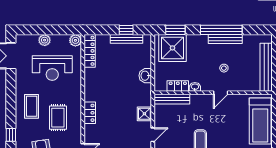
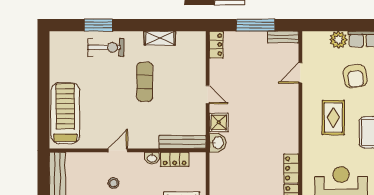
washbasin: (145, 76) -> (218, 143), moved
locker: (90, 113) -> (291, 168), moved
door: (153, 135) -> (208, 95), swing flipped

